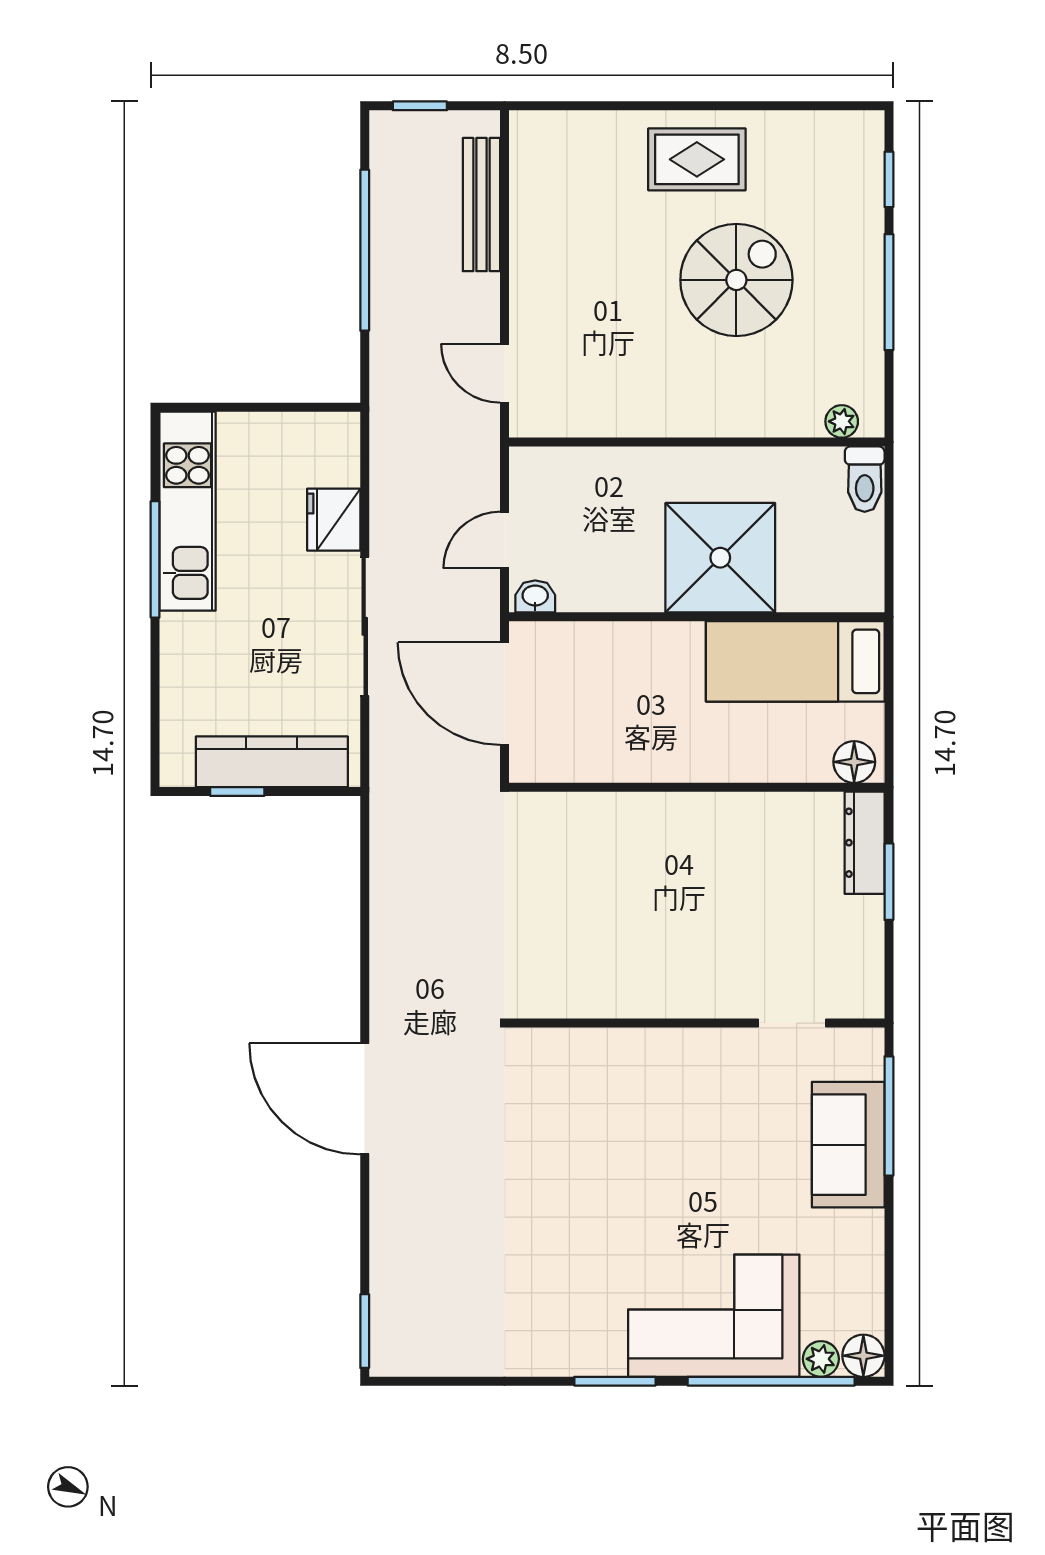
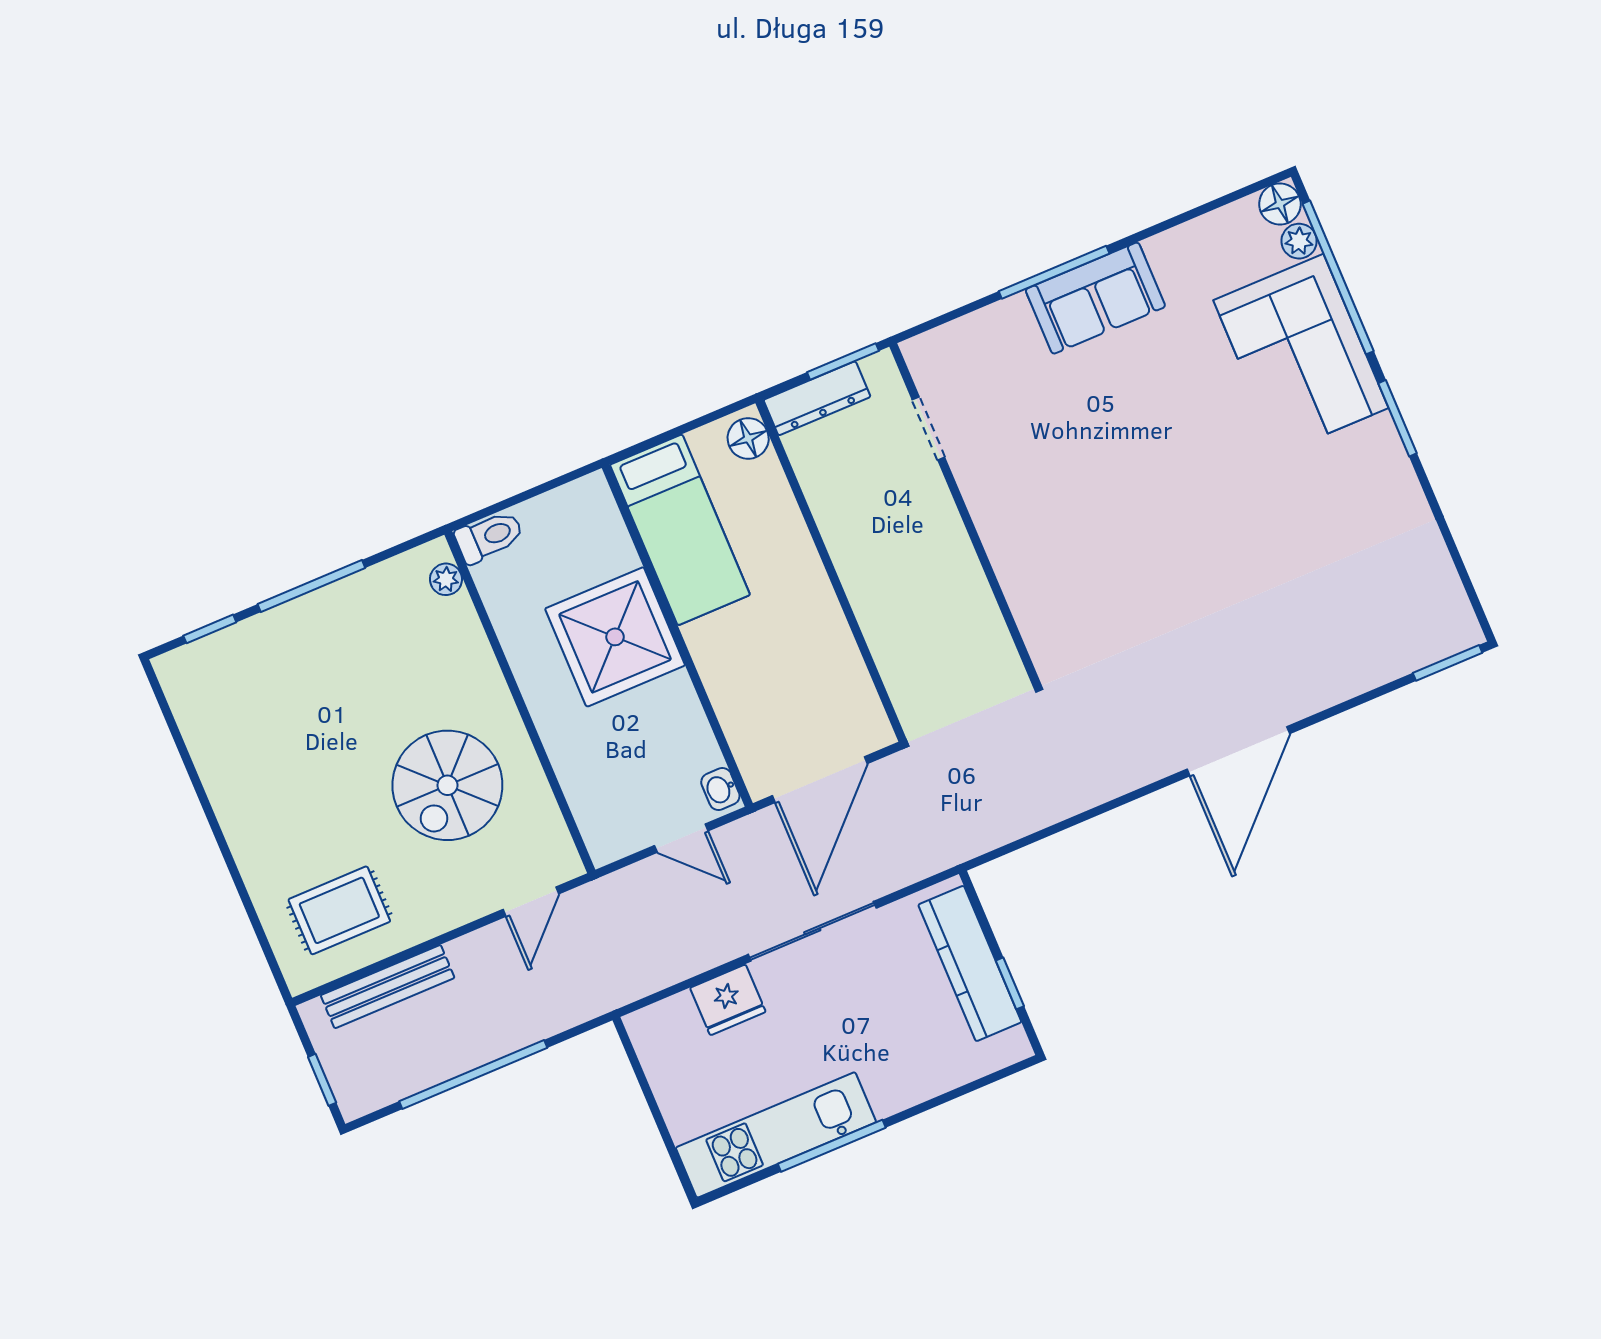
rug: (697, 159) -> (339, 910), moved, turned 90
spiral stairs: (736, 280) -> (447, 785), moved, turned -90
wall: (697, 1023) -> (965, 514), moved
doorway: (792, 1023) -> (928, 428), moved

